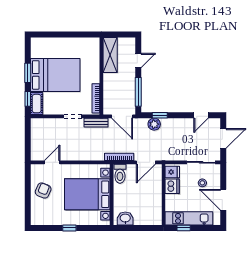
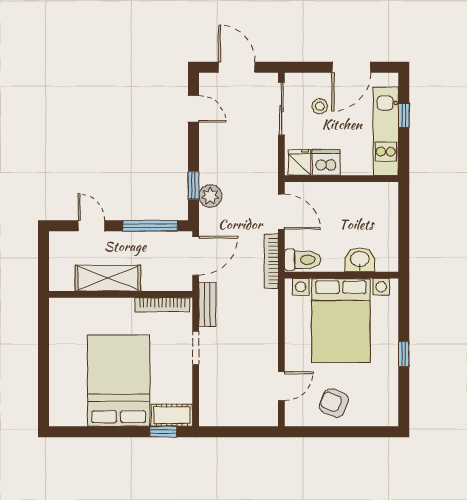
shelving: (110, 55) -> (108, 278), moved
window: (28, 73) -> (115, 432), removed
door: (52, 162) -> (281, 386), swing flipped
washbasin: (125, 218) -> (360, 260), moved, turned 90
window: (184, 228) -> (404, 115), moved

